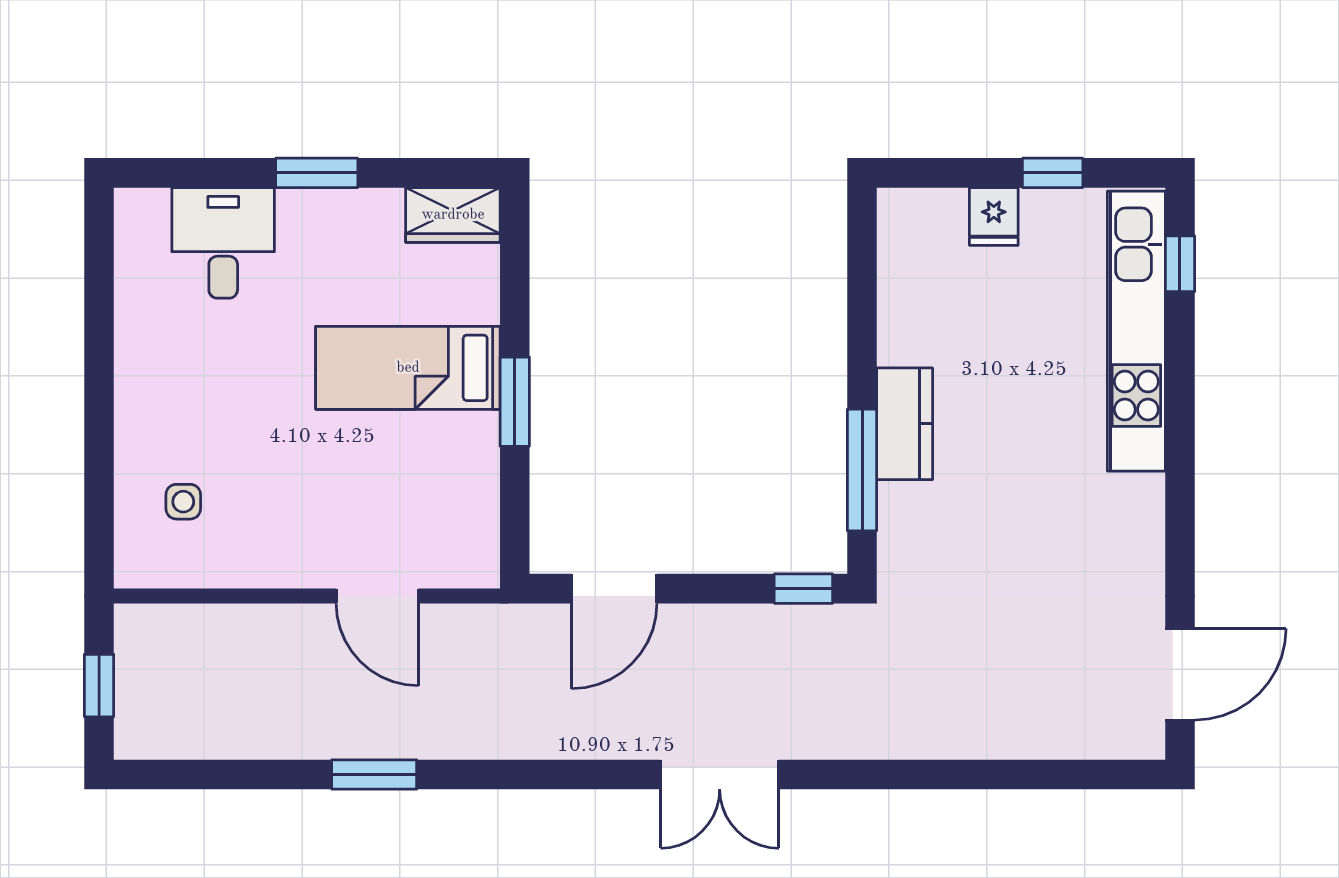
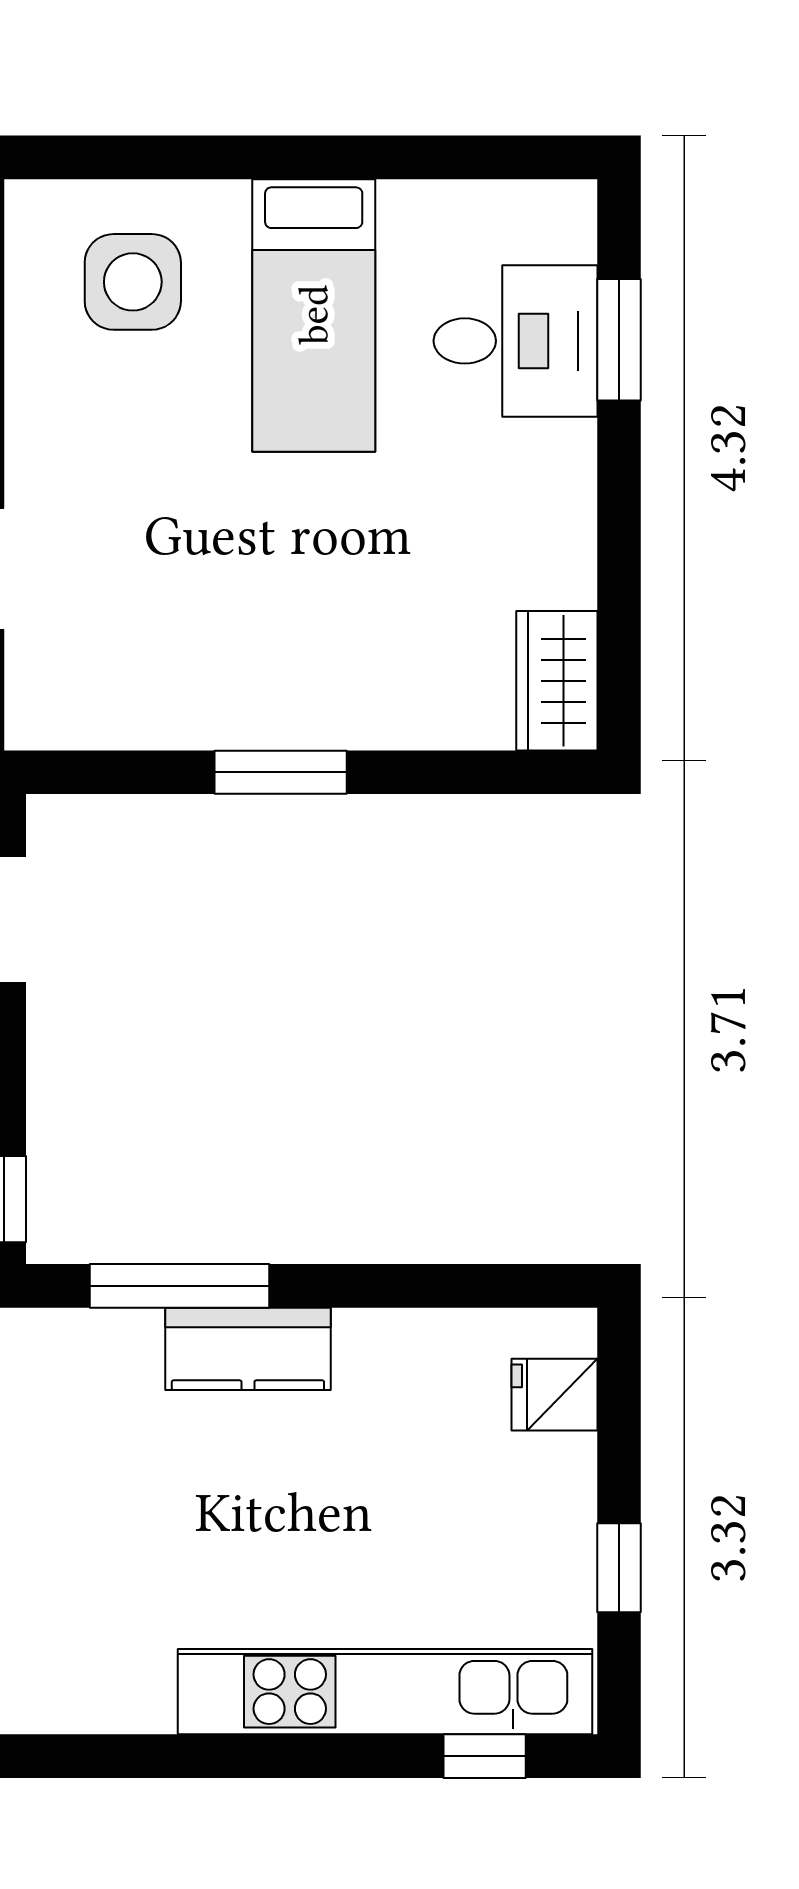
window: (317, 173) -> (619, 340), moved
fridge: (994, 217) -> (554, 1395), moved
bed: (408, 368) -> (314, 315), moved, turned 180
side table: (183, 502) -> (133, 282), width x1.87, depth x1.87

